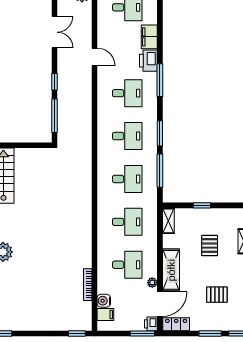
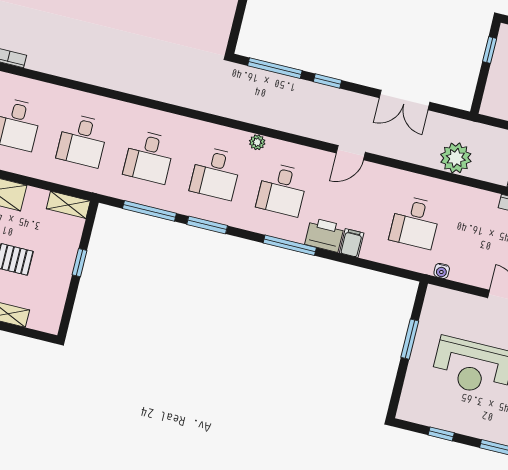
filing cabinet: (149, 37) -> (352, 243), width x0.50
plant: (102, 115) -> (257, 142), added

